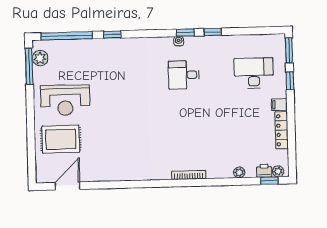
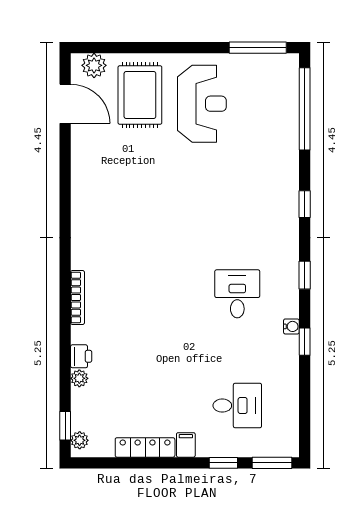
window: (185, 33) -> (305, 275), moved
window: (112, 35) -> (305, 204), moved
water cooler: (179, 41) -> (291, 326), moved
plant: (40, 58) -> (94, 65), moved
desk: (254, 73) -> (237, 406), width x0.73
reception desk: (65, 100) -> (202, 104), turned 180
printer: (264, 171) -> (81, 356), moved

